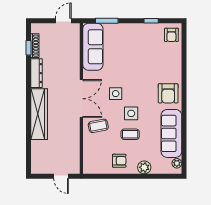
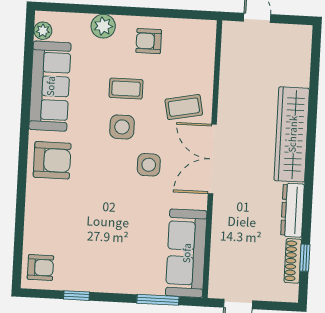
armchair: (171, 35) -> (40, 268), turned 90
armchair: (168, 93) -> (52, 160), turned 90

